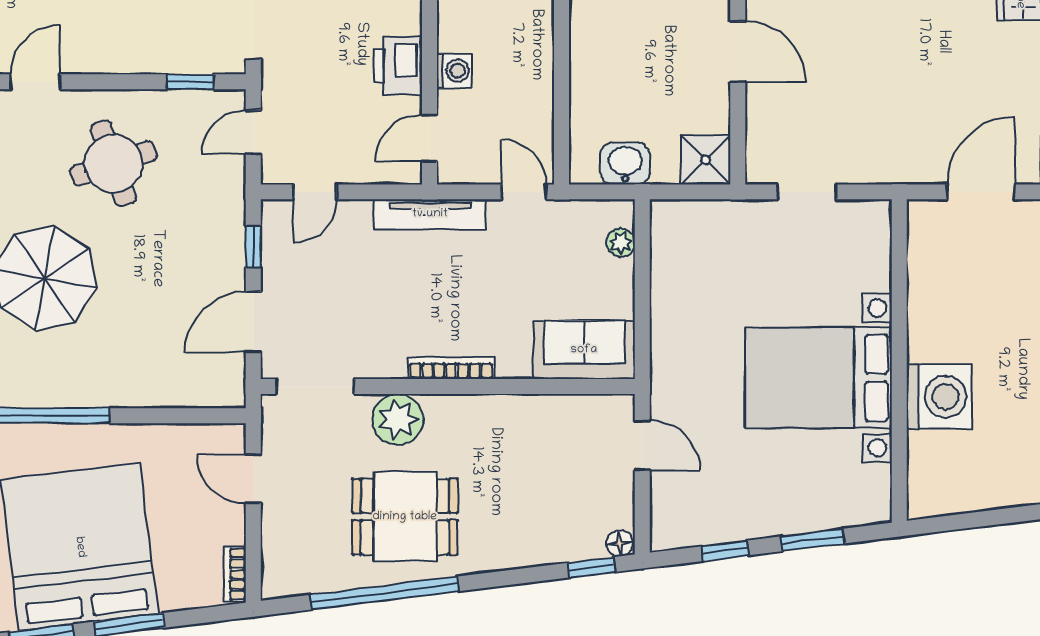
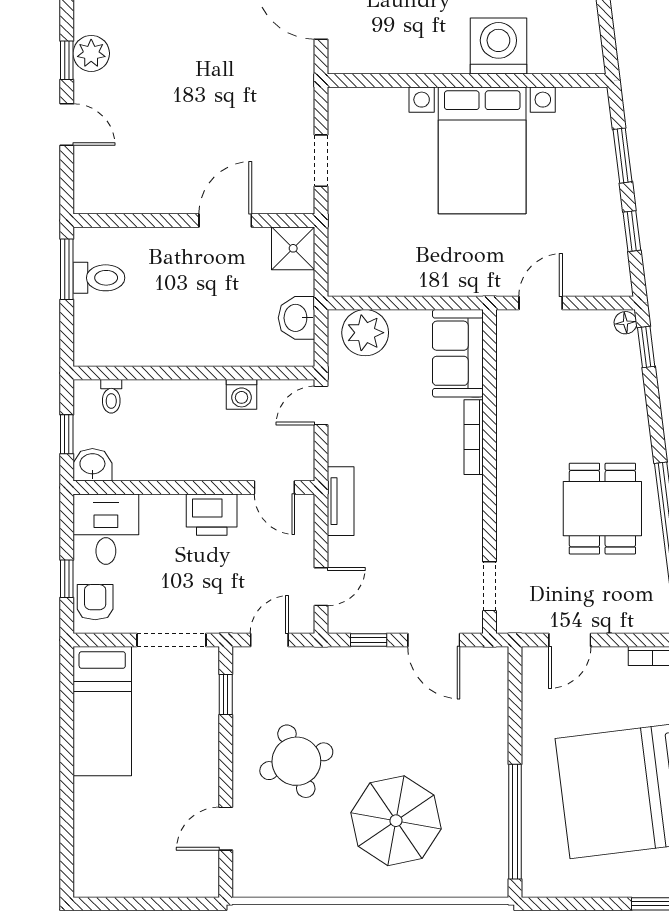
door: (738, 52) -> (225, 220), moved
washing machine: (454, 71) -> (242, 394), moved, turned 180
door: (36, 82) -> (226, 829), hinge flipped
door: (253, 132) -> (269, 640), swing flipped
door: (315, 192) -> (321, 587), hinge flipped
tv unit: (430, 214) -> (341, 501), width x0.71
plant: (621, 243) -> (365, 333), width x1.87, depth x1.87
bookcase: (451, 368) -> (474, 437), moved
doorway: (315, 386) -> (490, 586), width x0.73
plant: (398, 419) -> (518, 515), removed

